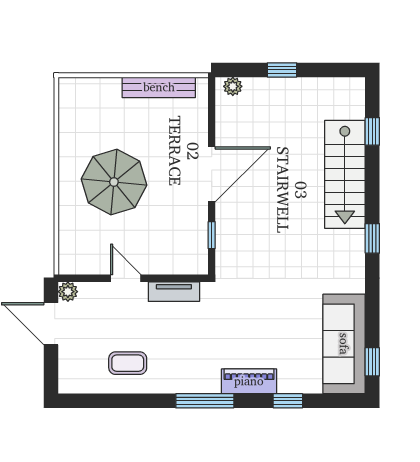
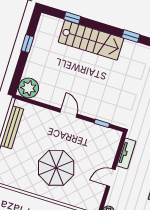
window: (282, 70) -> (27, 44), moved
plant: (233, 86) -> (28, 88), width x1.87, depth x1.87
door: (212, 174) -> (69, 113), width x0.53

